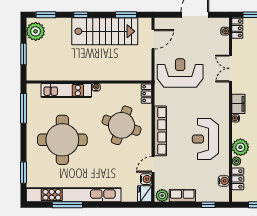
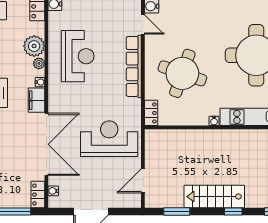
stairs: (105, 31) -> (214, 197), width x0.73, depth x0.66
double door: (230, 68) -> (46, 144), width x1.87
reception desk: (180, 73) -> (109, 139), turned 180
plant: (236, 161) -> (39, 63), moved
door: (153, 164) -> (143, 25), hinge flipped

